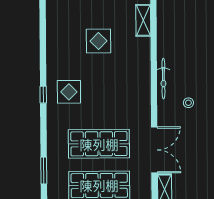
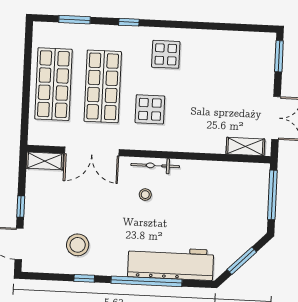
display table: (98, 41) -> (150, 109), moved
bicycle: (163, 79) -> (155, 166), moved
window: (43, 95) -> (129, 22), moved

